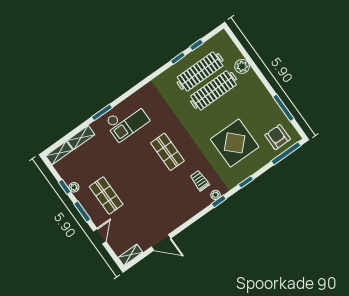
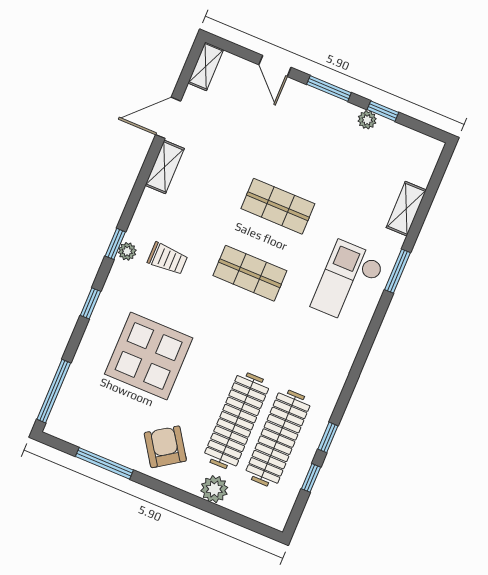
armchair: (278, 137) -> (165, 447), moved, turned -124
shelving: (59, 153) -> (165, 167), moved
shop shelf: (106, 195) -> (278, 206), moved

